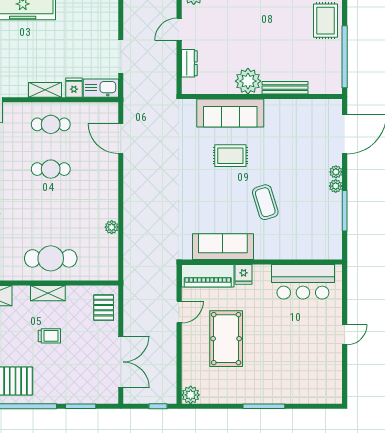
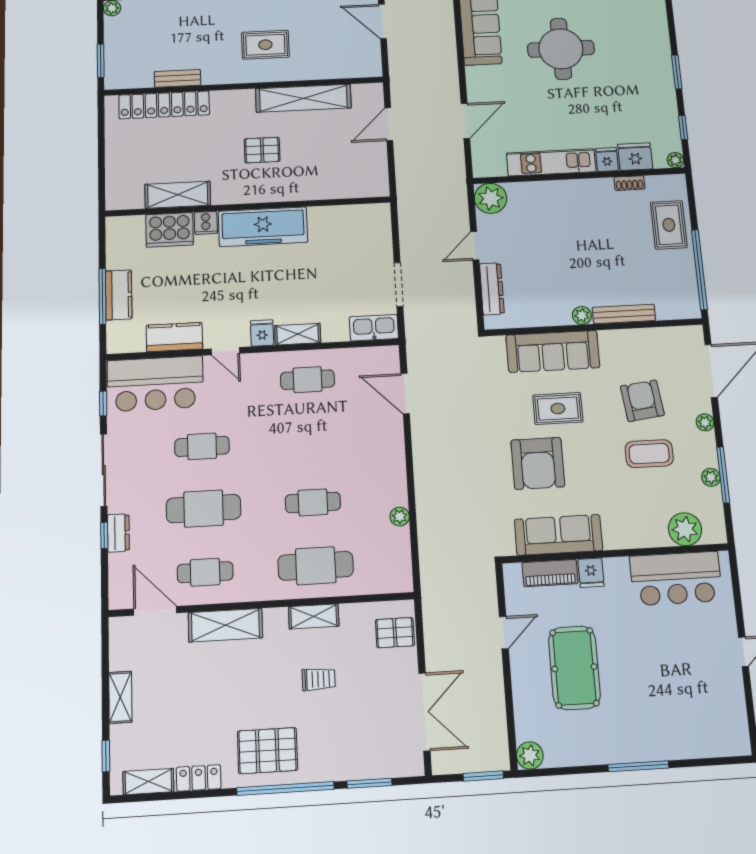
dresser: (189, 63) -> (492, 289), width x1.44
plant: (248, 81) -> (582, 315), width x0.53, depth x0.53
fridge: (74, 88) -> (262, 333), moved
armchair: (292, 153) -> (642, 401), added
cafe table: (51, 169) -> (313, 502), moved
plant: (336, 186) -> (711, 477), moved
armchair: (213, 195) -> (538, 463), added
coffee table: (265, 202) -> (649, 454), moved, turned -73
plant: (313, 248) -> (685, 529), added
piano: (208, 276) -> (550, 573), width x0.73, depth x0.75
pallet: (104, 308) -> (395, 633), turned 90
window: (158, 406) -> (483, 776), width x1.50

